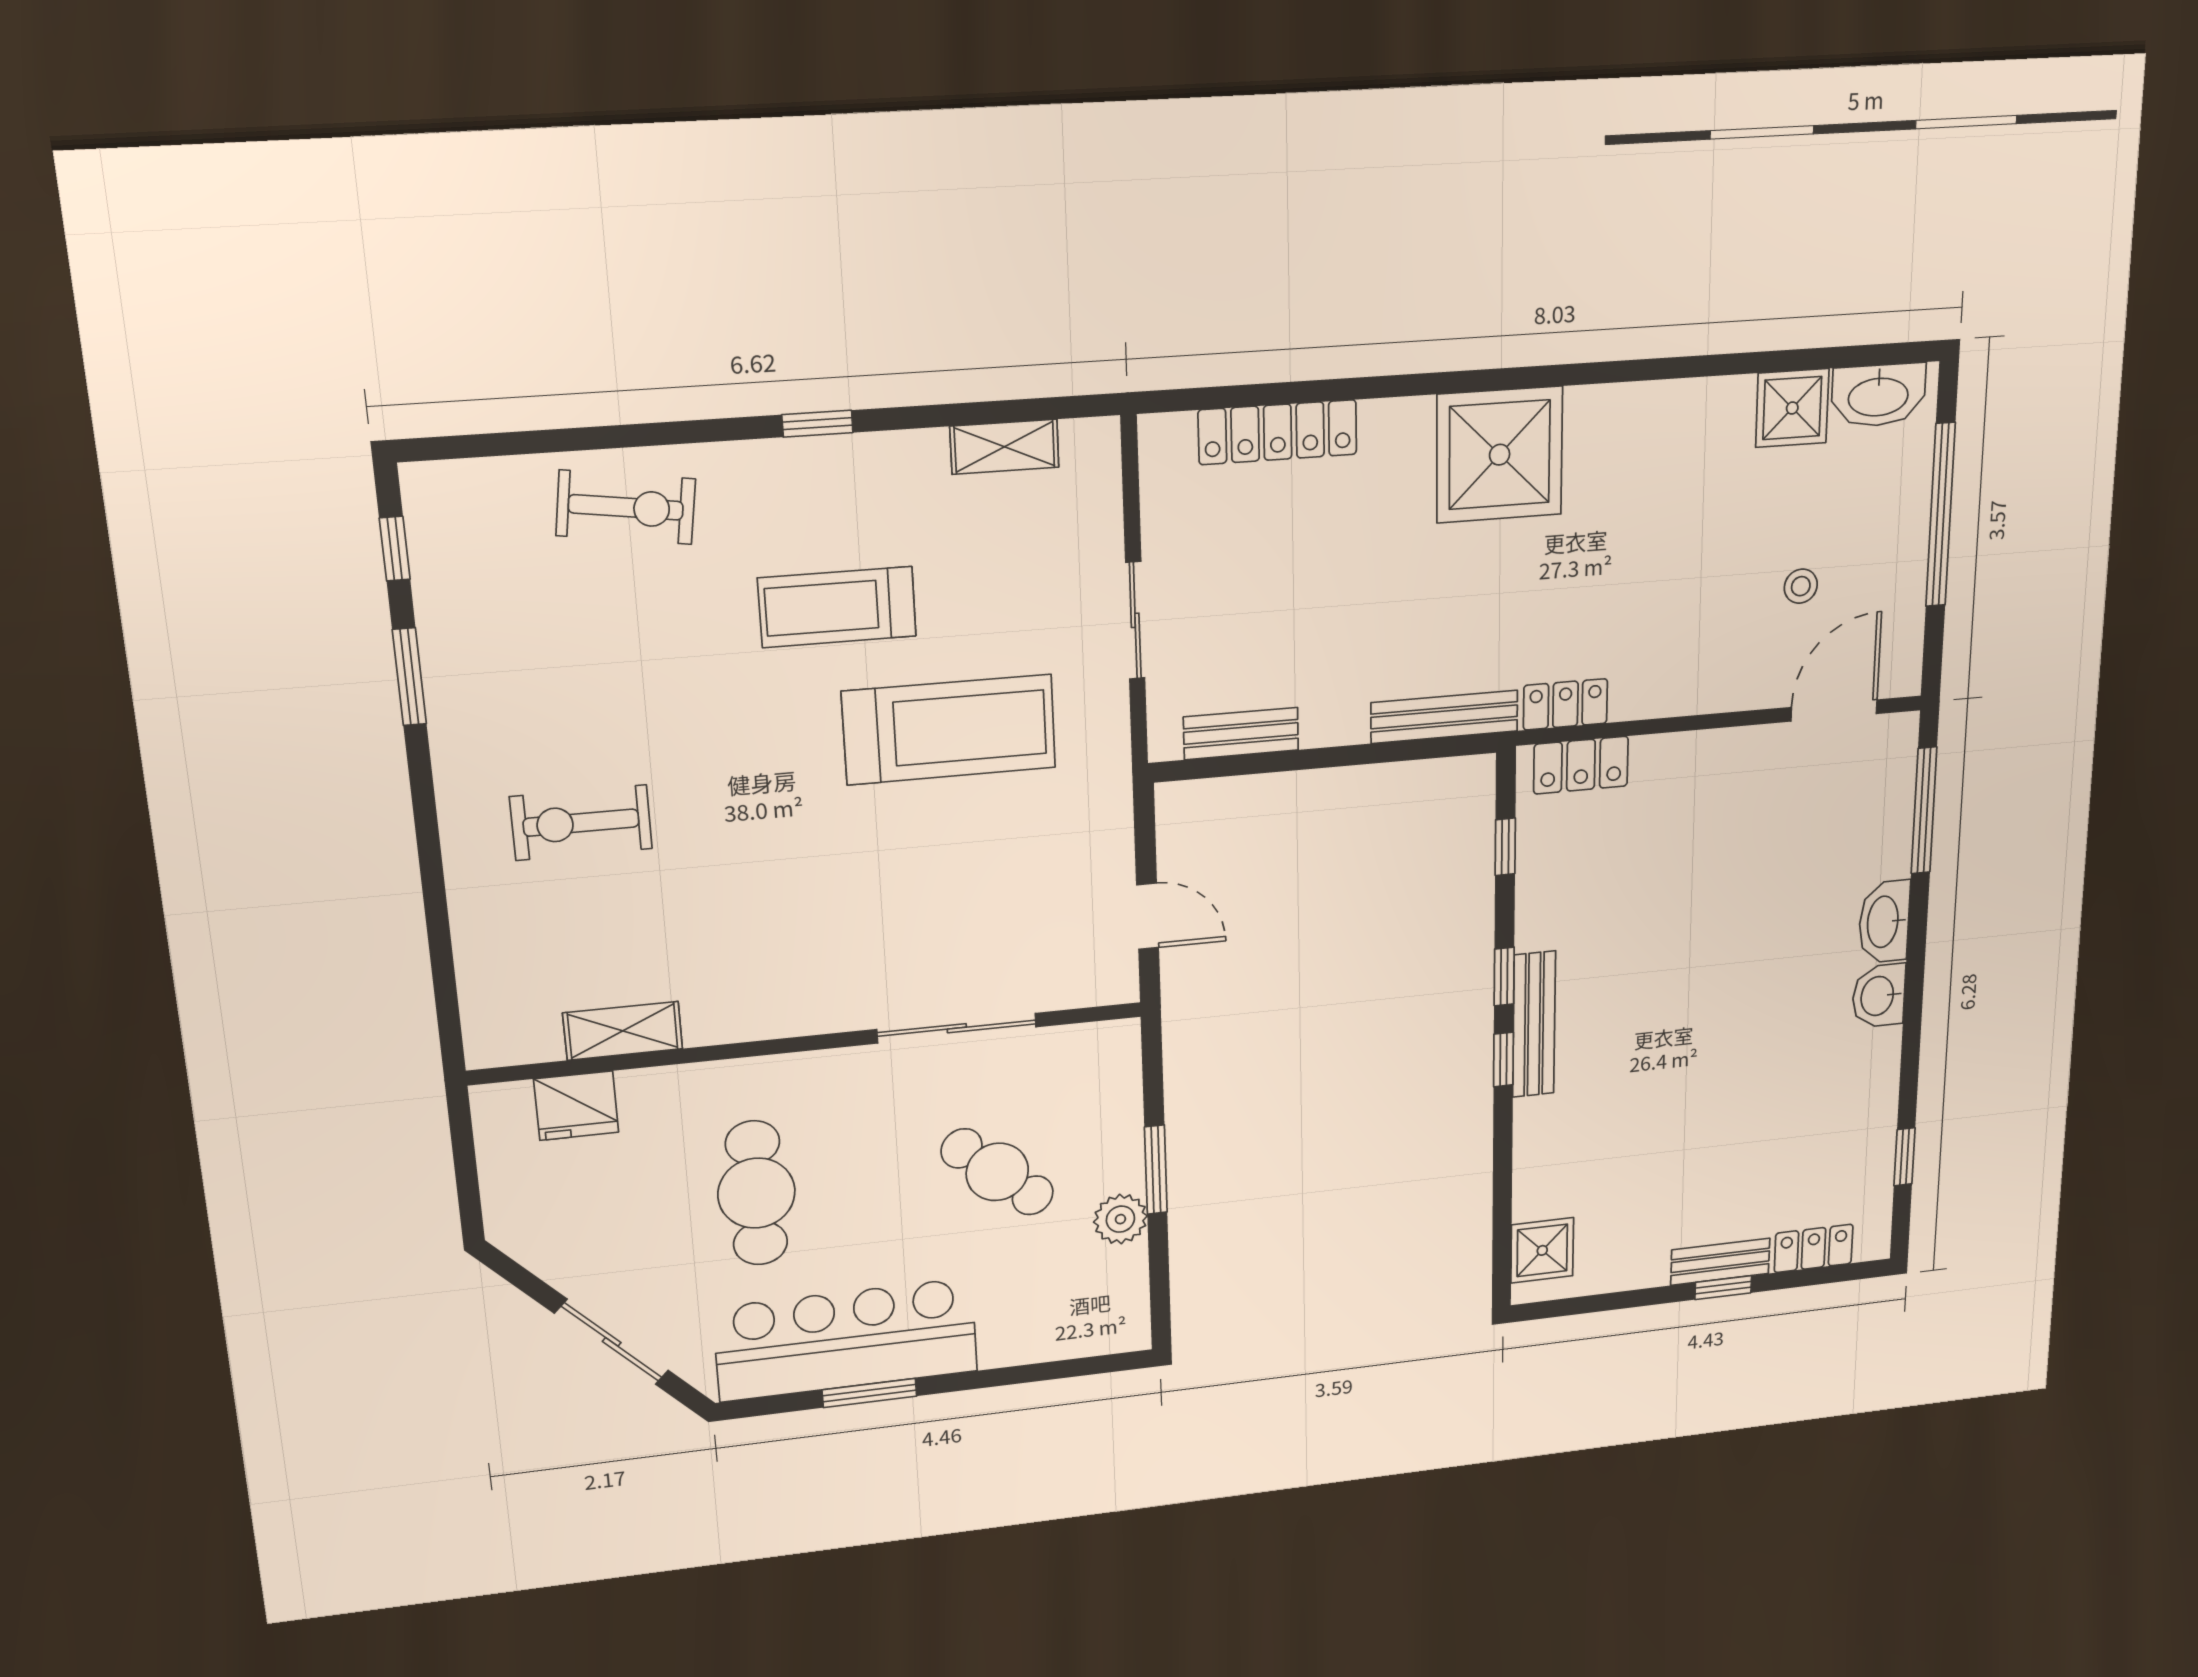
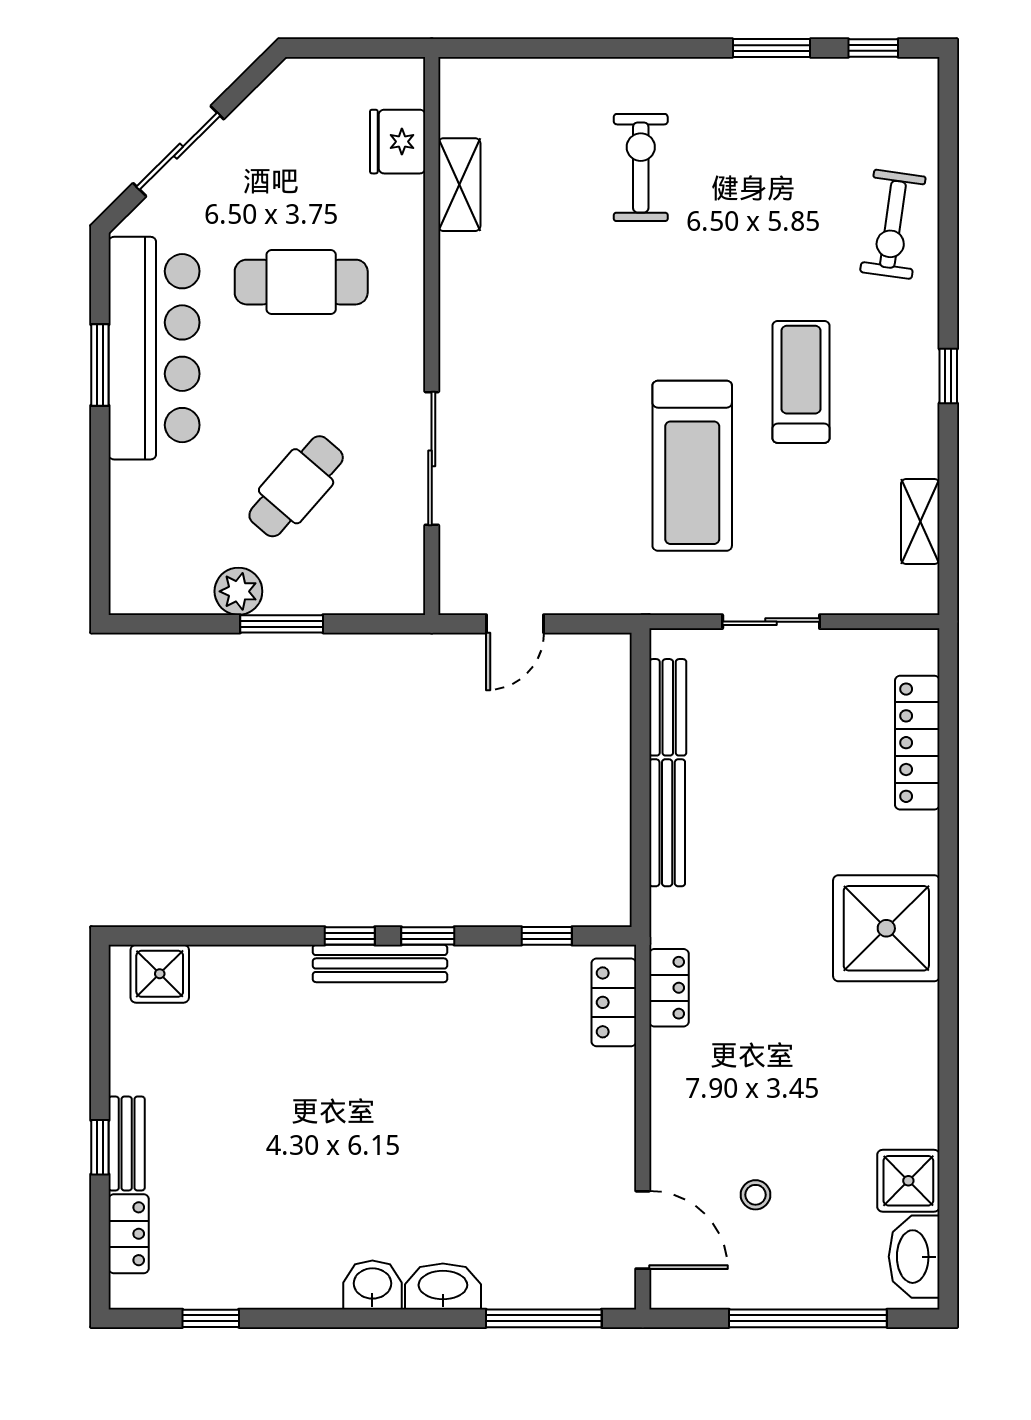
bench: (1444, 717) -> (667, 823), moved

